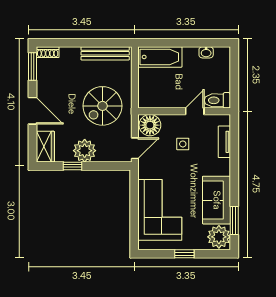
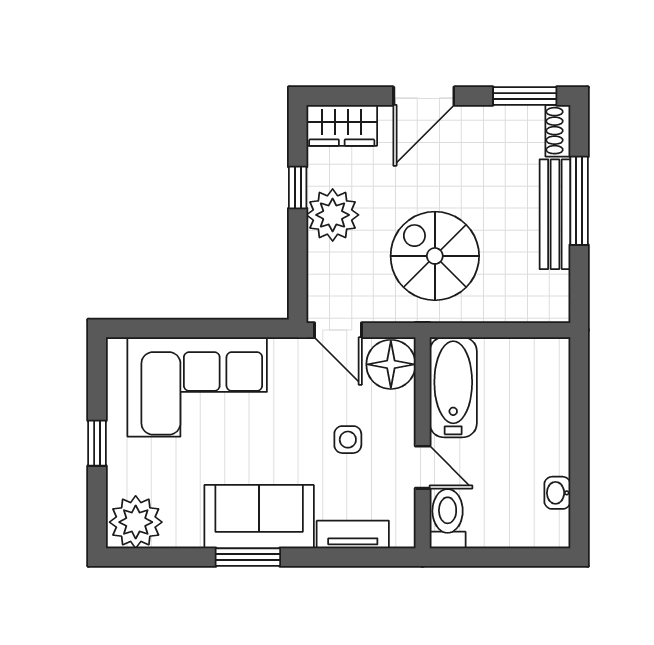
window: (78, 43) -> (579, 201), added
bench: (105, 53) -> (555, 214), moved
bathtub: (160, 57) -> (453, 387), moved, turned 180
sofa: (217, 200) -> (259, 517), moved
window: (234, 221) -> (248, 557), moved

